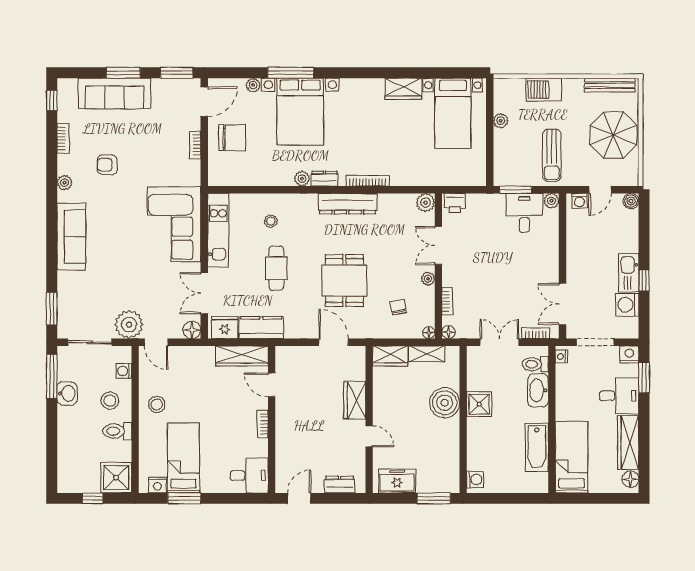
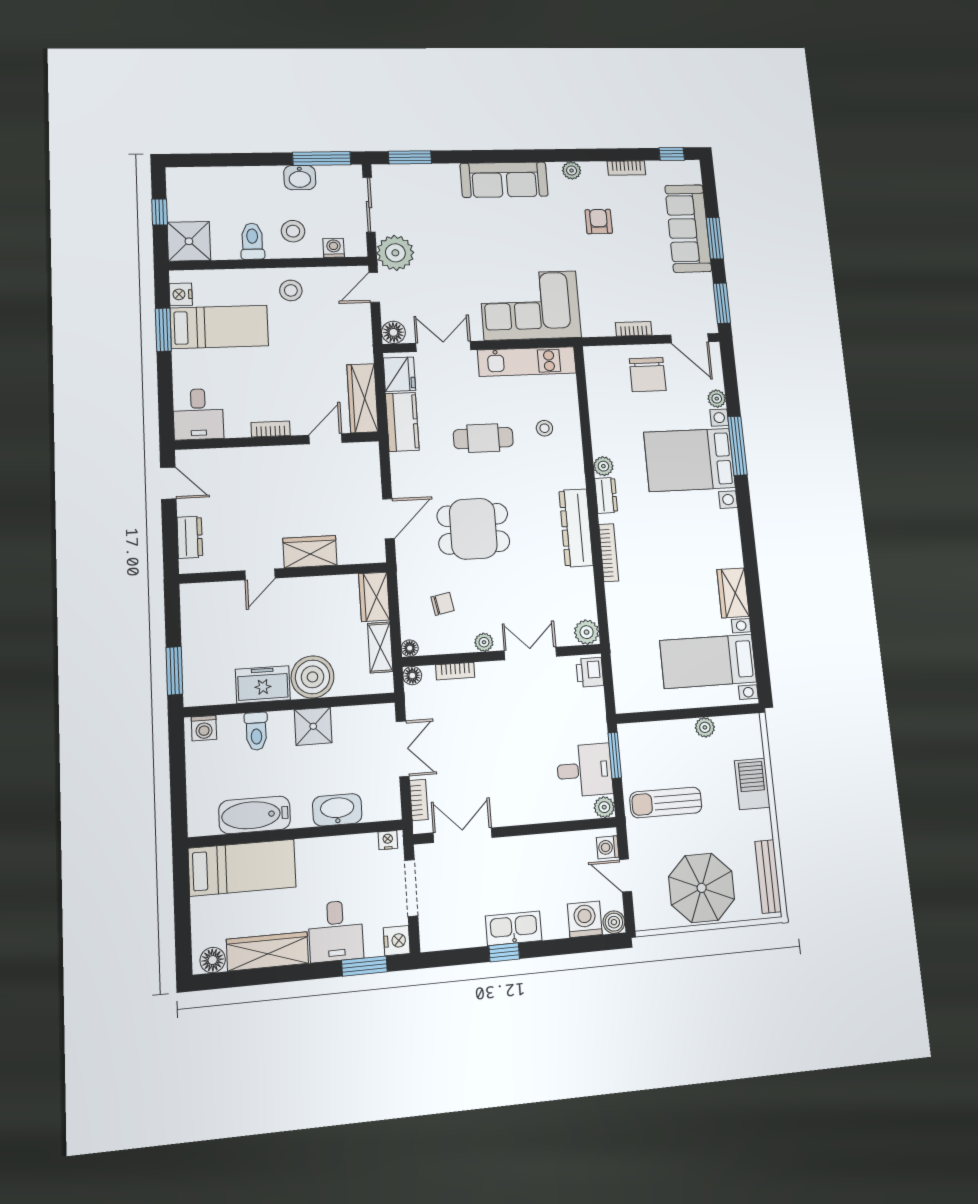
washing machine: (627, 305) -> (585, 919), moved
toilet: (535, 364) -> (256, 731), moved, turned 180
freezer: (397, 481) -> (263, 684), moved, turned -90

